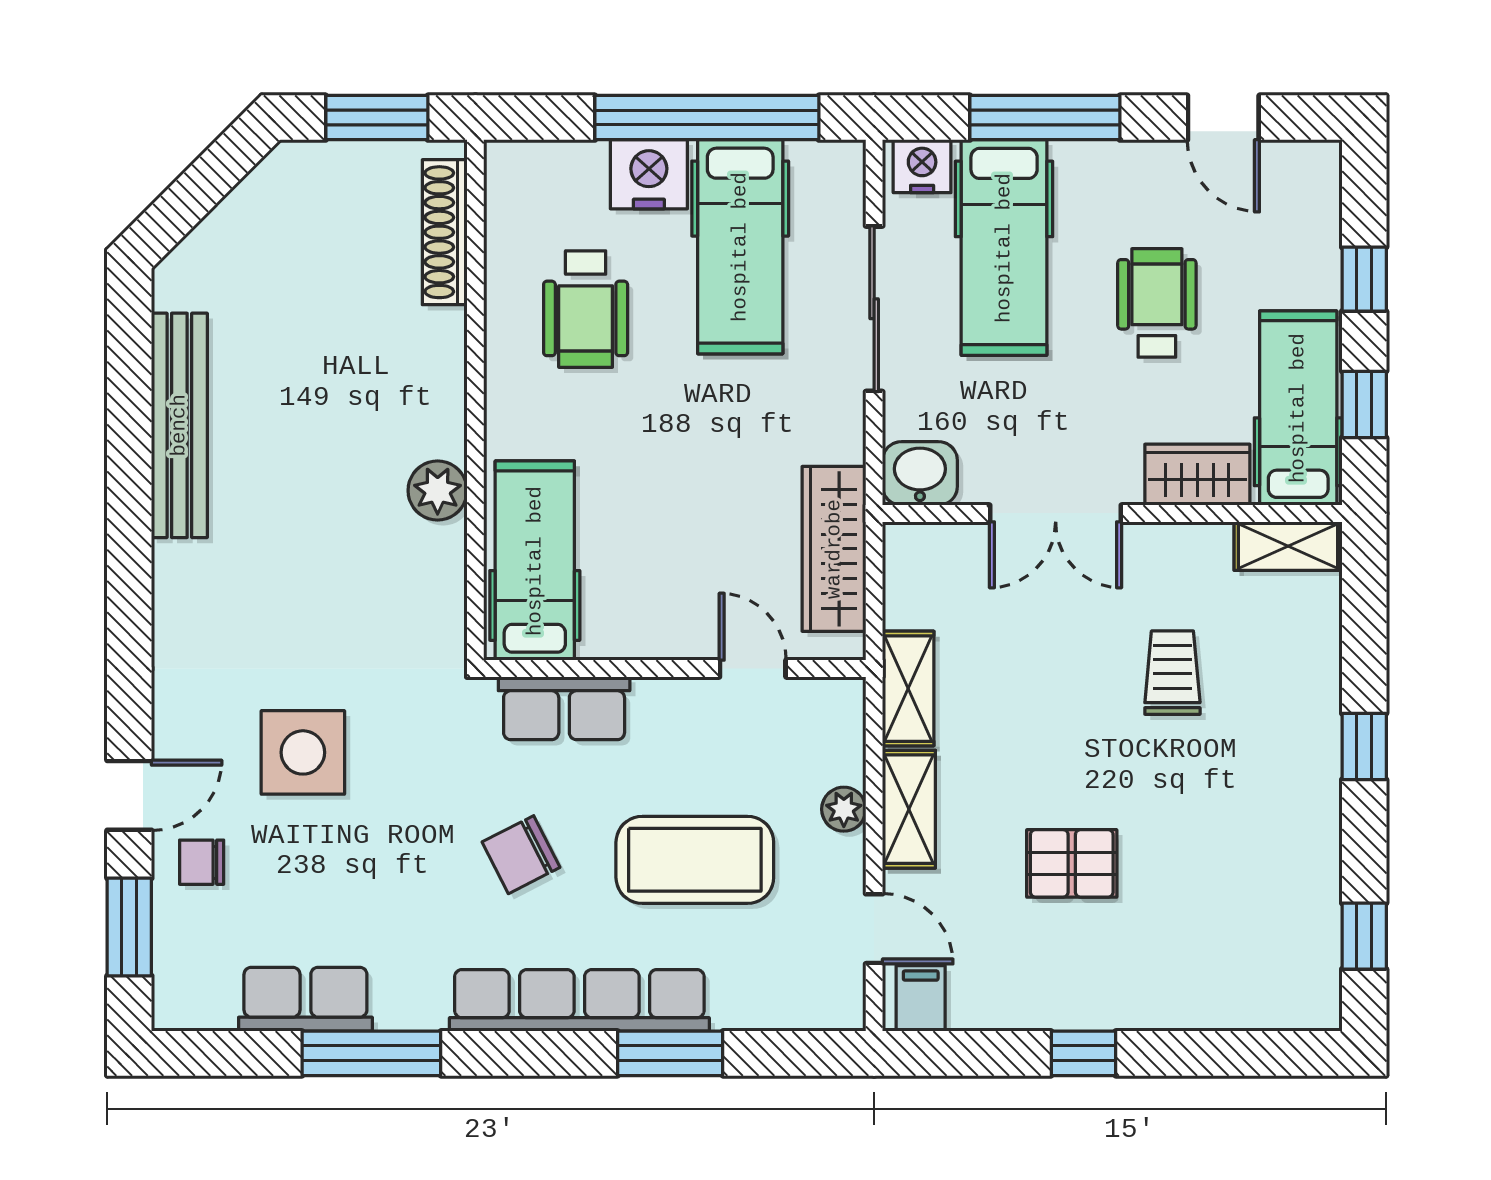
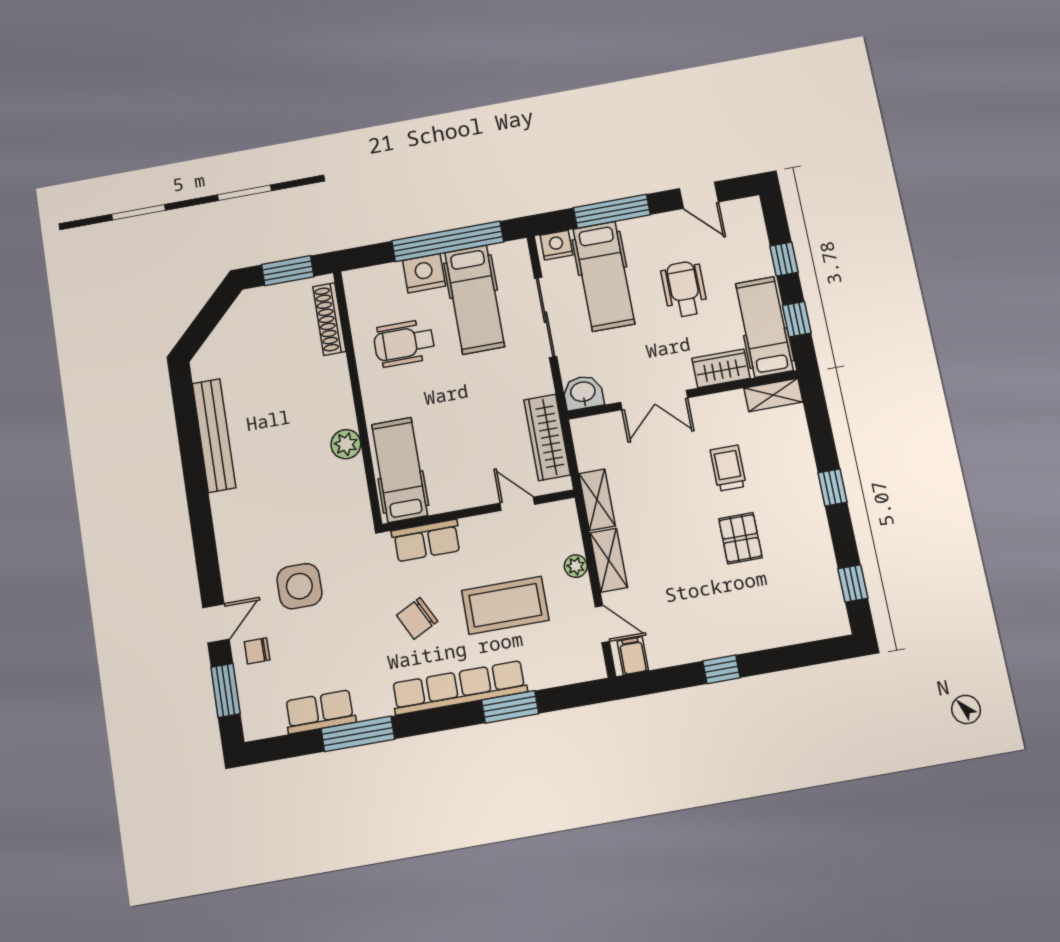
wheelchair: (586, 309) -> (404, 343), turned 90
pallet: (1072, 863) -> (740, 538), moved, turned 90

